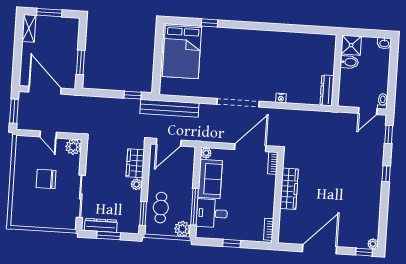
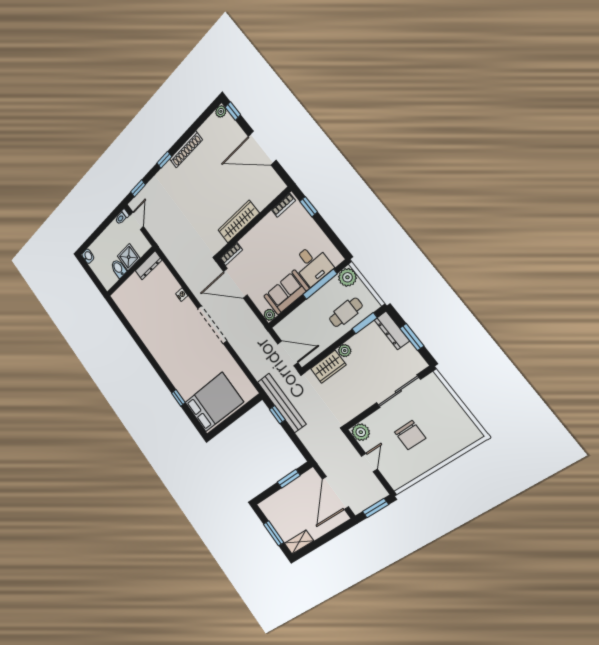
shower: (351, 45) -> (129, 257), moved
bench: (169, 108) -> (282, 403), moved
door: (368, 111) -> (137, 221), hinge flipped
shoe rack: (376, 196) -> (186, 149), added
dresser: (101, 225) -> (392, 330), moved
window: (232, 243) -> (309, 207), moved

